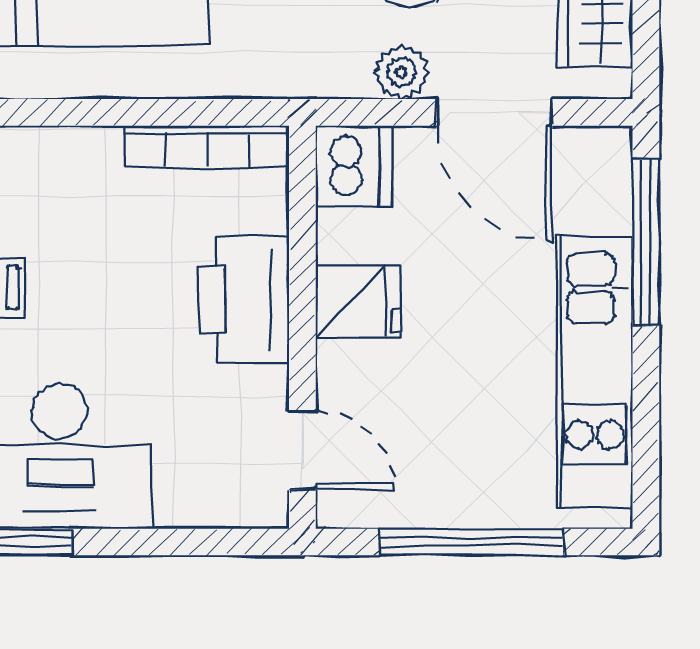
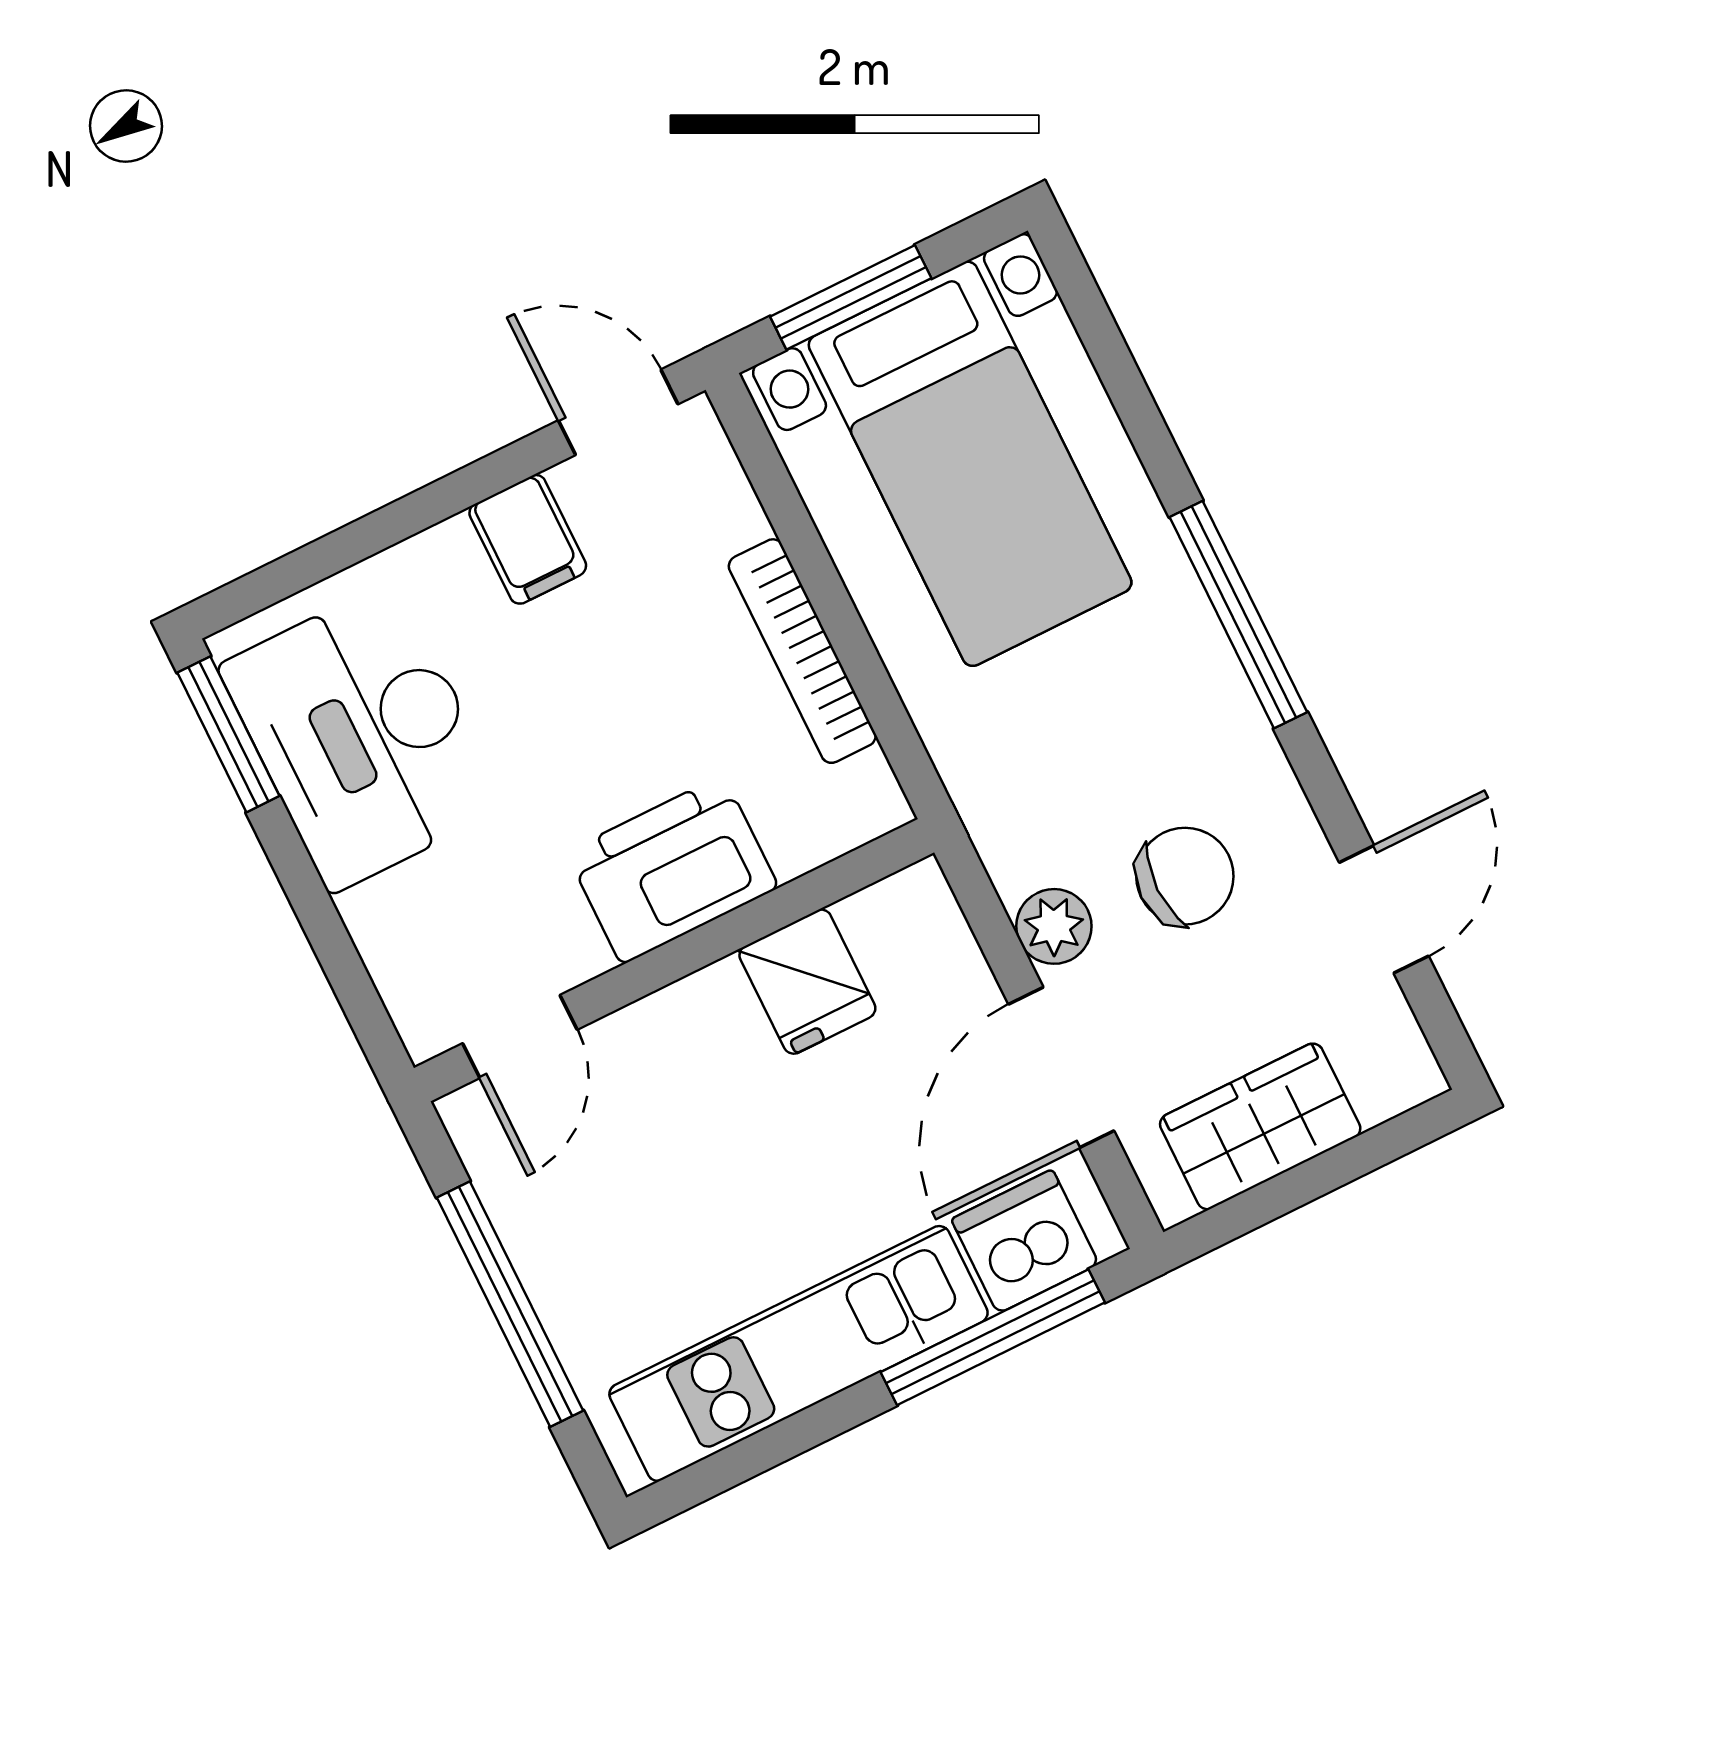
bookcase: (207, 147) -> (802, 651), moved
dishwasher: (354, 166) -> (1025, 1242), moved, turned 180
fridge: (358, 302) -> (807, 982), moved

